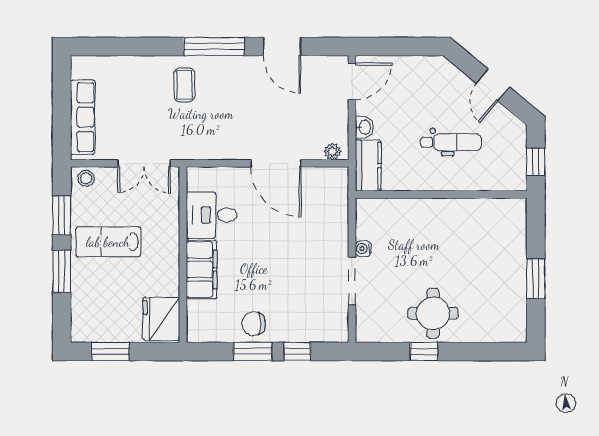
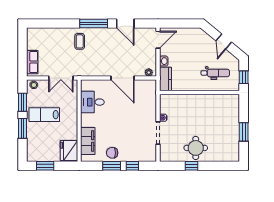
row of seats: (83, 117) -> (32, 62), width x0.68
dental chair: (451, 142) -> (215, 73), moved
filing cabinet: (202, 270) -> (88, 141), moved

